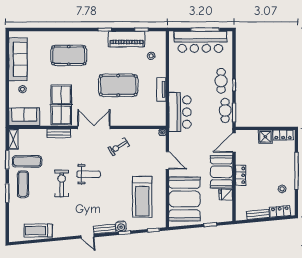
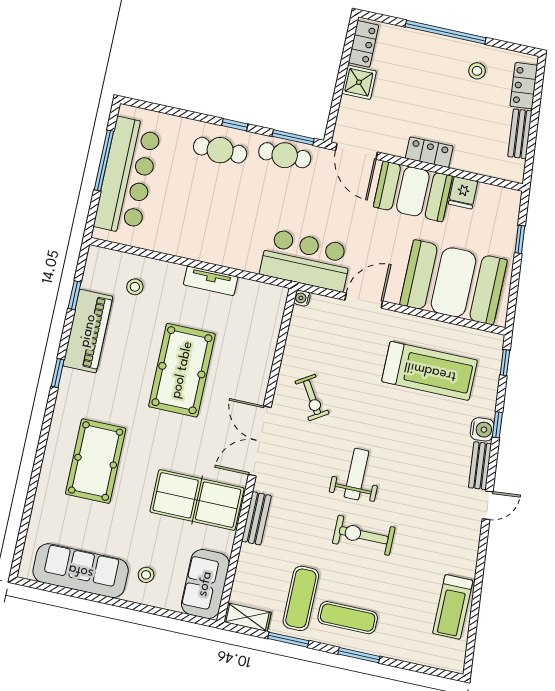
bar counter: (180, 112) -> (306, 260), moved

